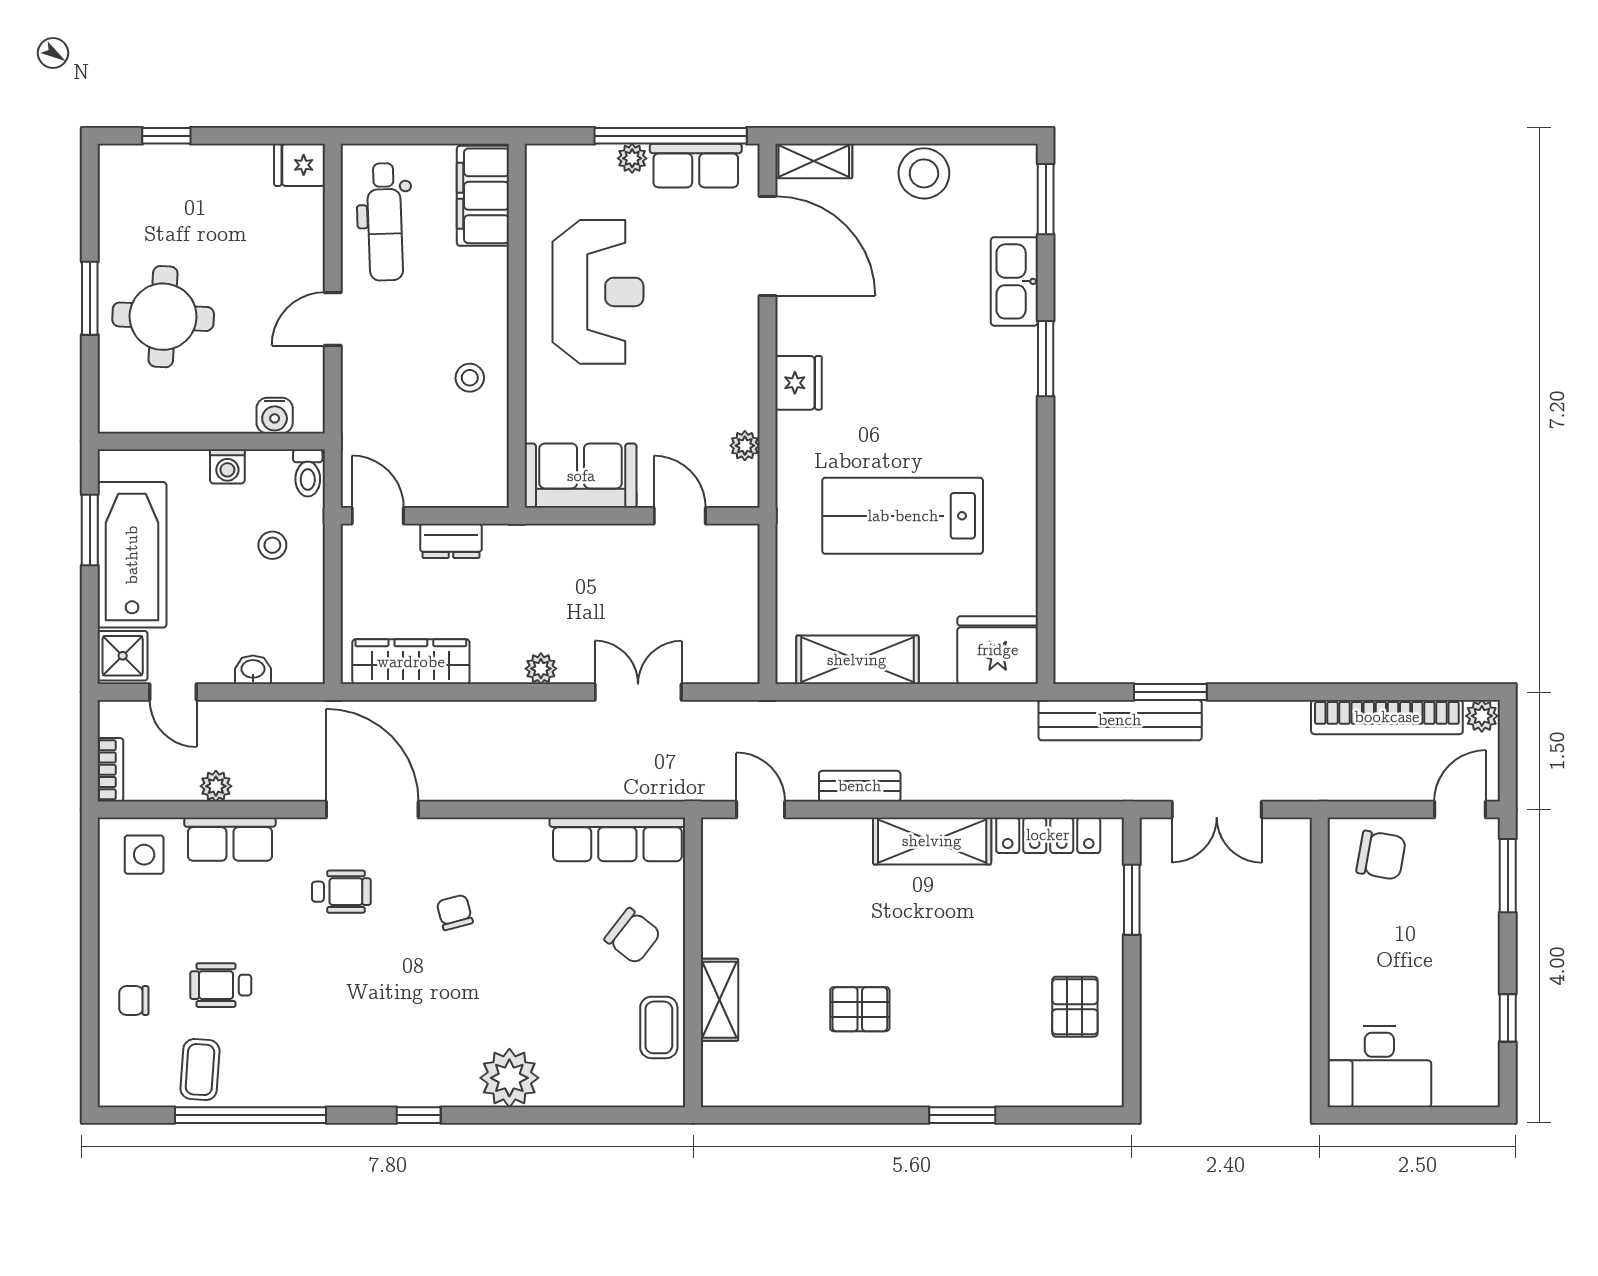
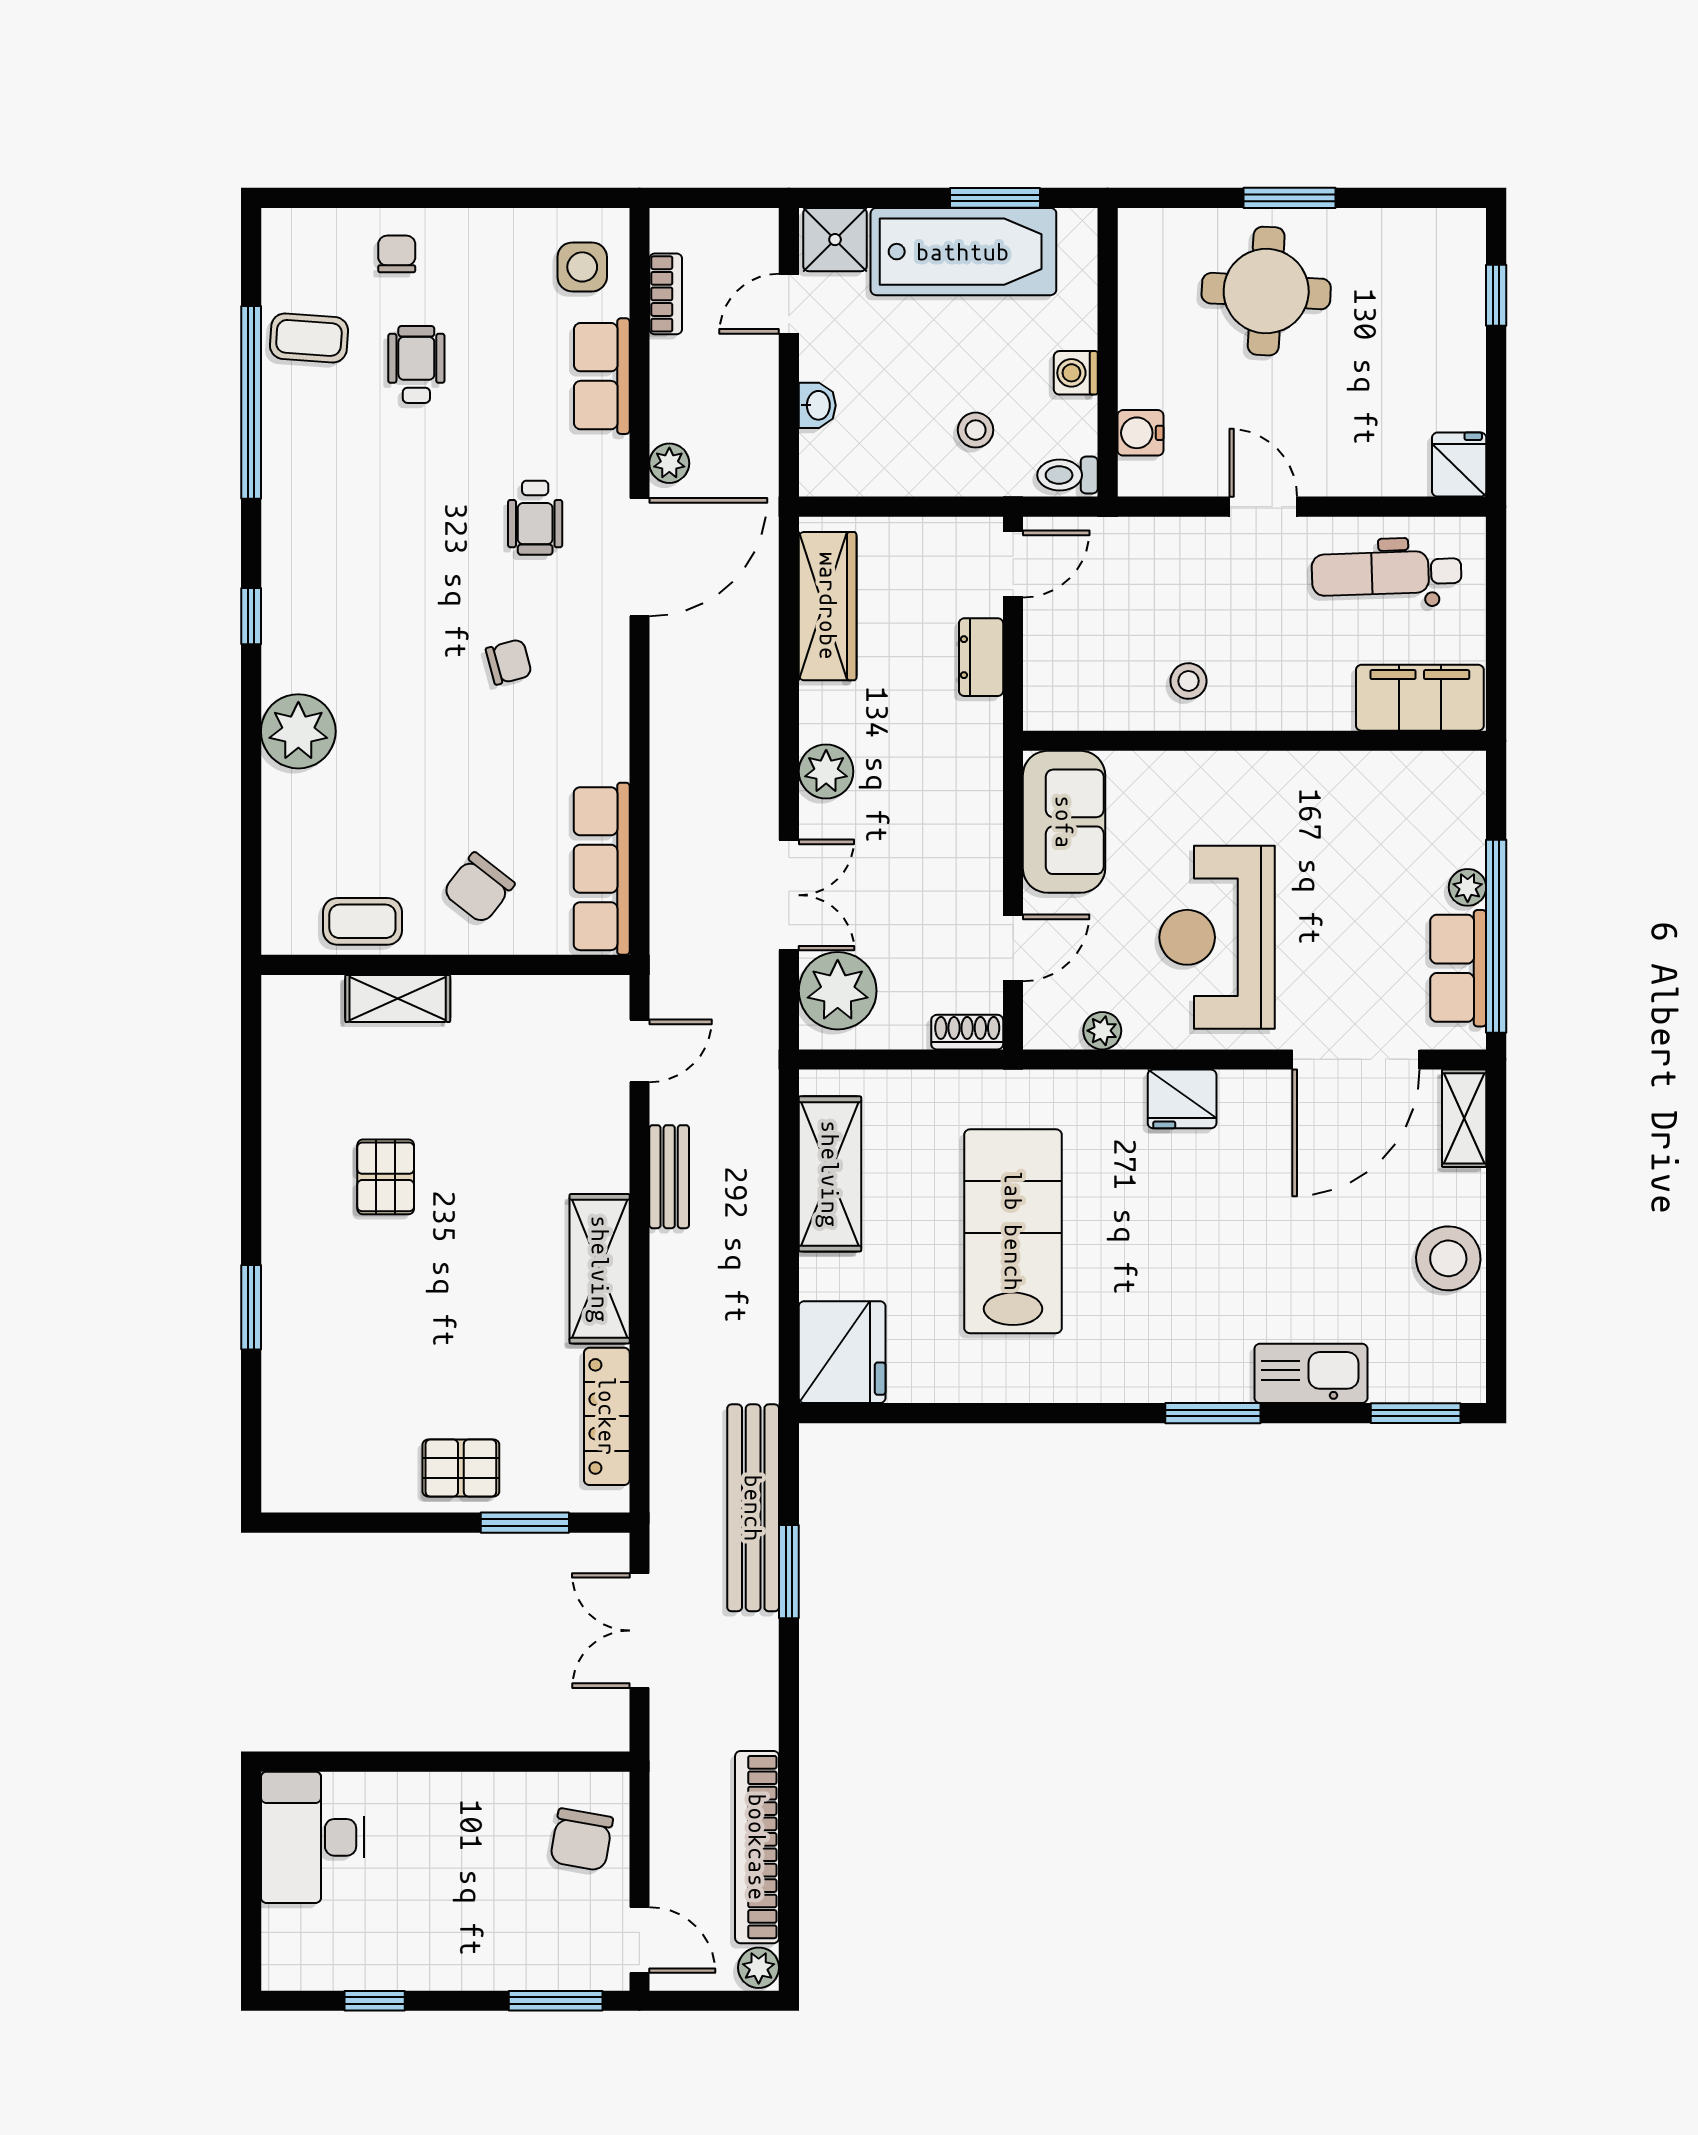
reception desk: (598, 292) -> (1217, 937), moved, turned 90
shoe rack: (746, 552) -> (967, 1032), added
plant: (713, 654) -> (838, 991), added
plant: (541, 669) -> (826, 771), width x1.38, depth x1.38
bookcase: (110, 770) -> (666, 294), moved, turned -90
plant: (216, 786) -> (669, 463), moved
pallet: (1075, 1007) -> (461, 1468), moved

